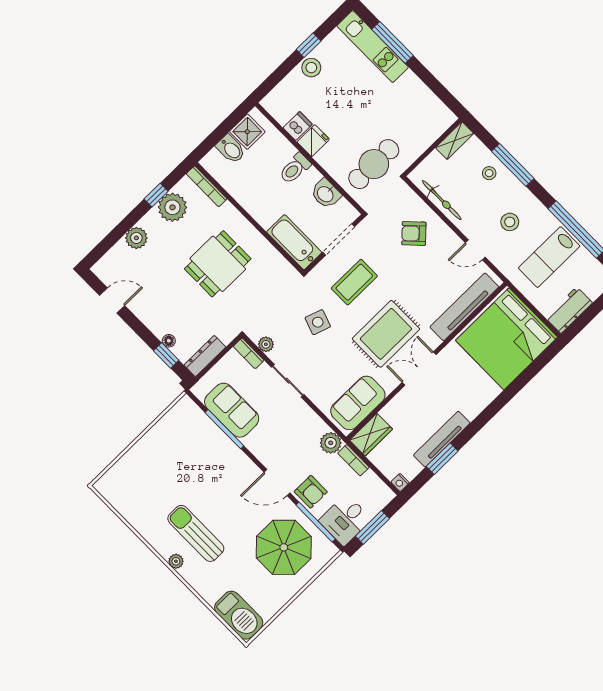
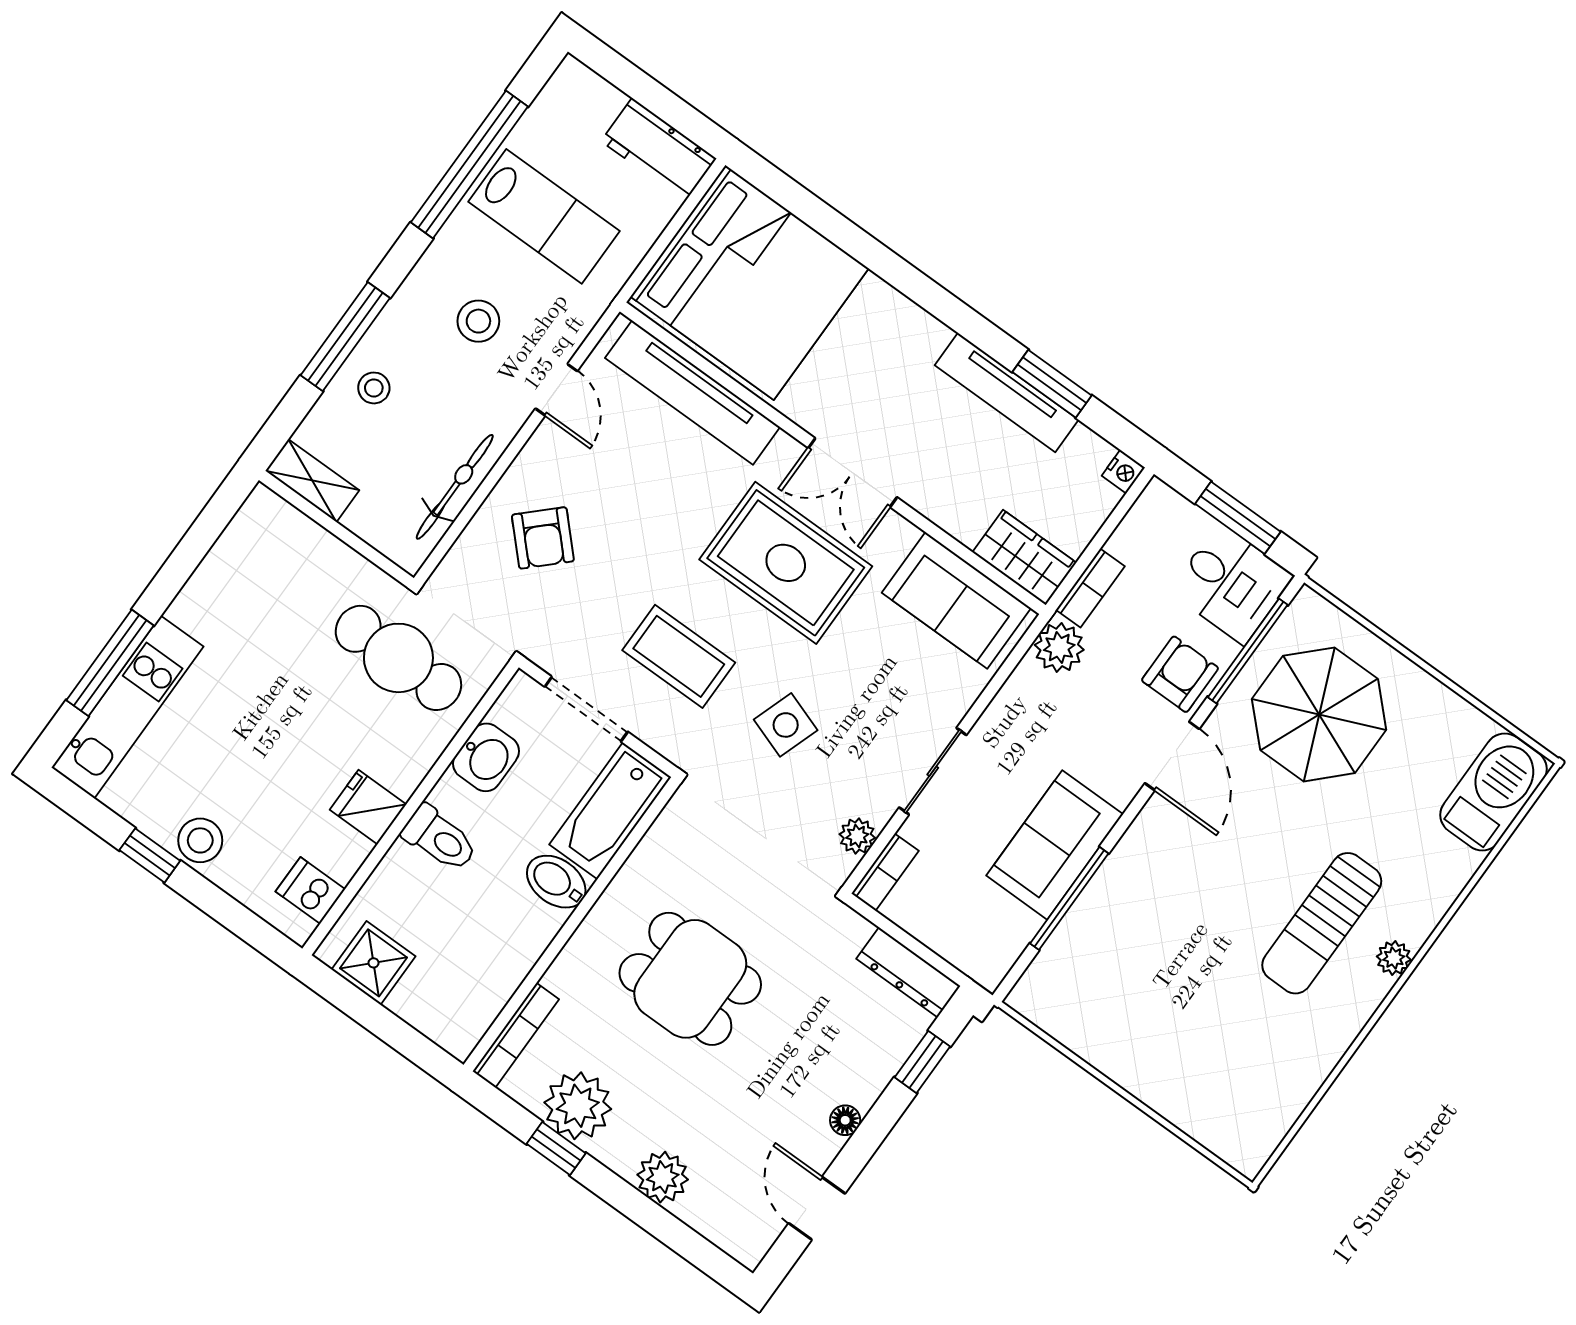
dishwasher: (298, 126) -> (310, 890), moved
bidet: (231, 149) -> (556, 882), moved, turned -90
floor lamp: (169, 341) -> (845, 1120), moved
sofa: (232, 410) -> (1055, 845), moved

